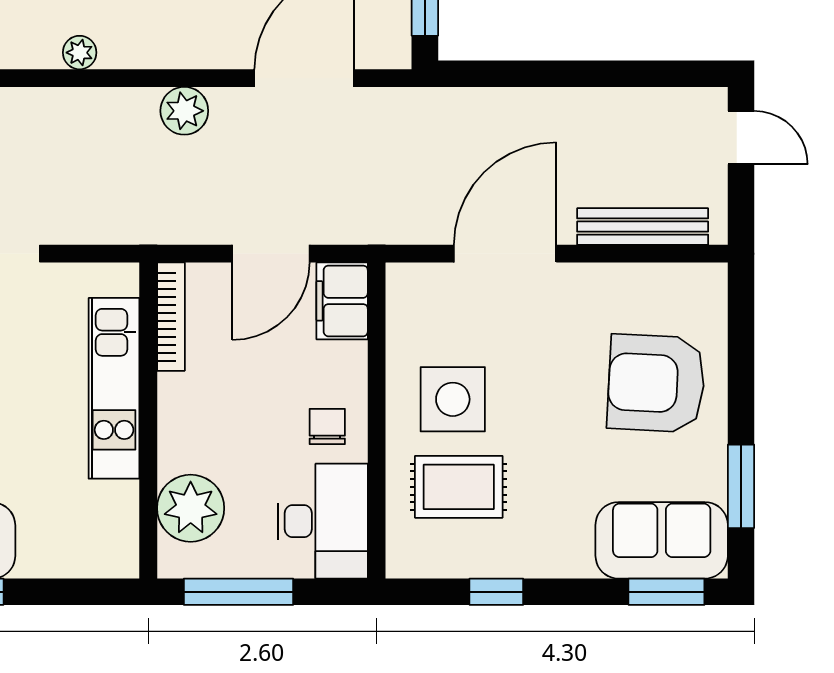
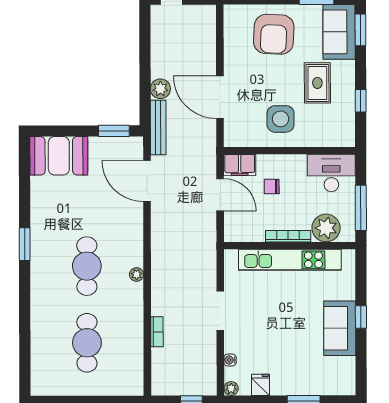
plant: (184, 111) -> (160, 89), moved
bench: (643, 227) -> (158, 127), moved
bookcase: (171, 317) -> (288, 236), moved
kitchen unit: (114, 388) -> (290, 260), width x1.36
chair: (327, 427) -> (272, 186), moved
rug: (459, 487) -> (317, 83), moved

